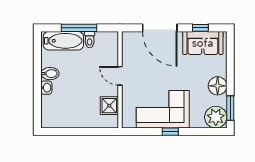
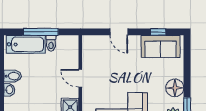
door: (160, 28) -> (119, 32), width x0.53

